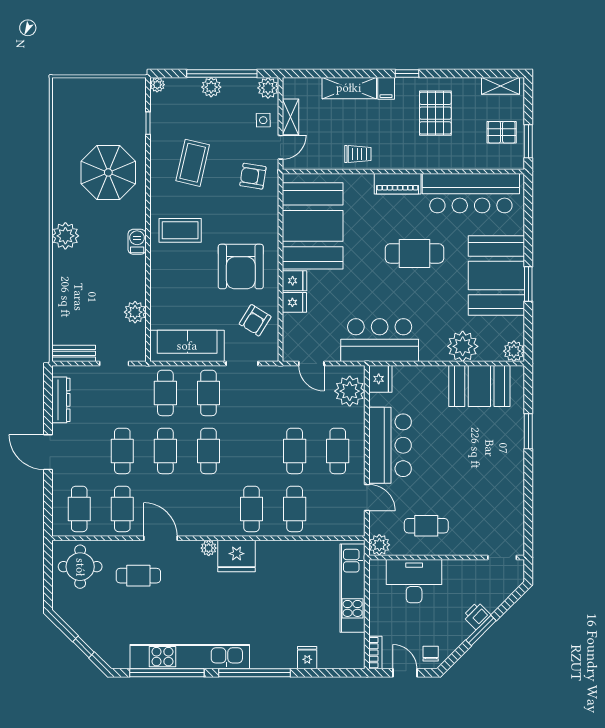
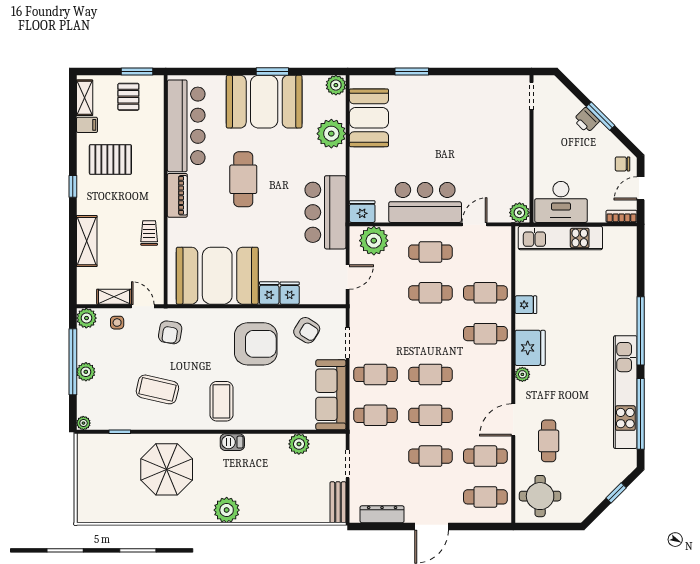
filing cabinet: (386, 88) -> (87, 125), moved
cafe table: (426, 526) -> (501, 168), removed
desk: (414, 581) -> (561, 202), moved, turned -90
fridge: (307, 658) -> (526, 305), moved, turned 180

